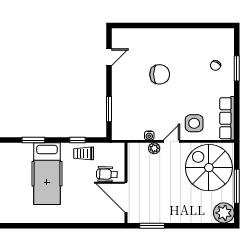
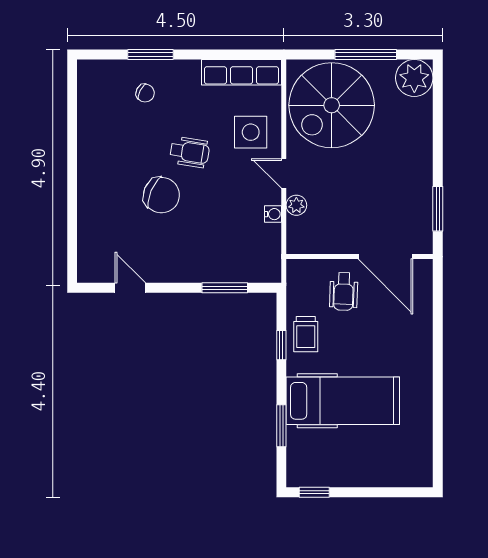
chair: (160, 74) -> (161, 195), turned 113
wheelchair: (183, 90) -> (190, 152), added
door: (126, 197) -> (386, 257), hinge flipped

